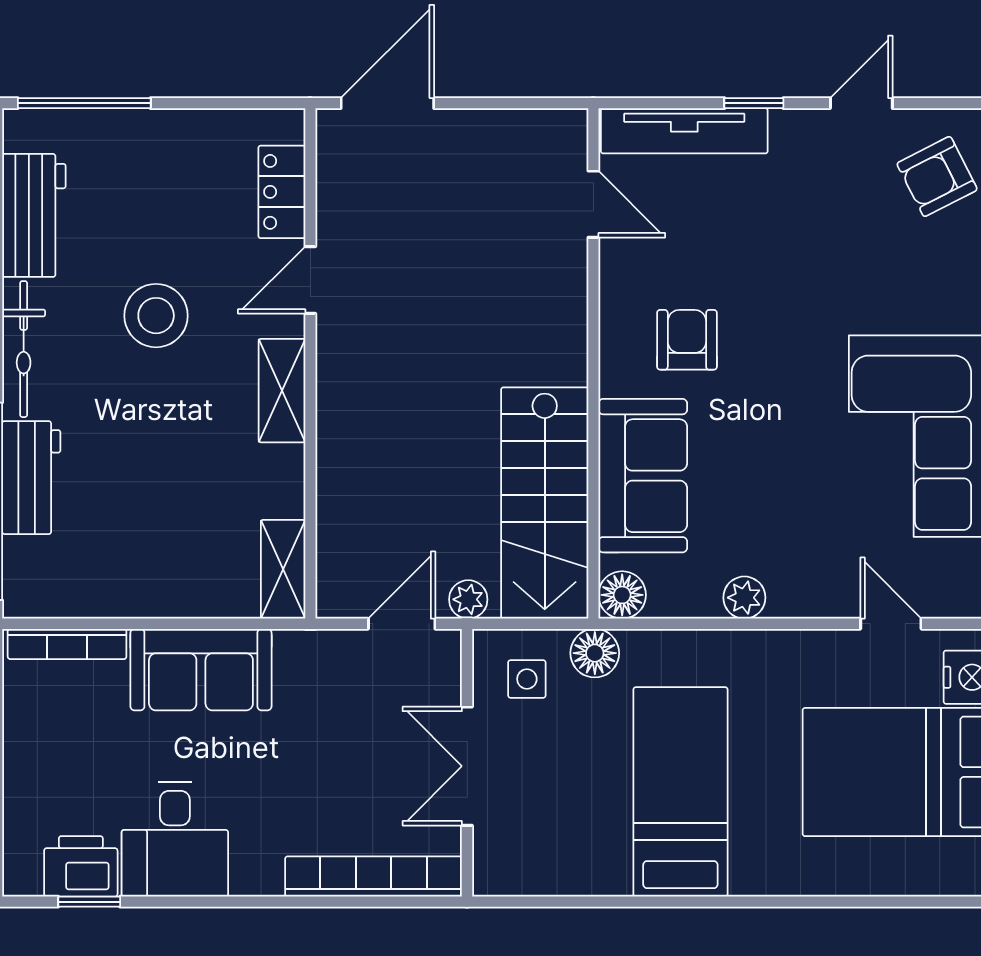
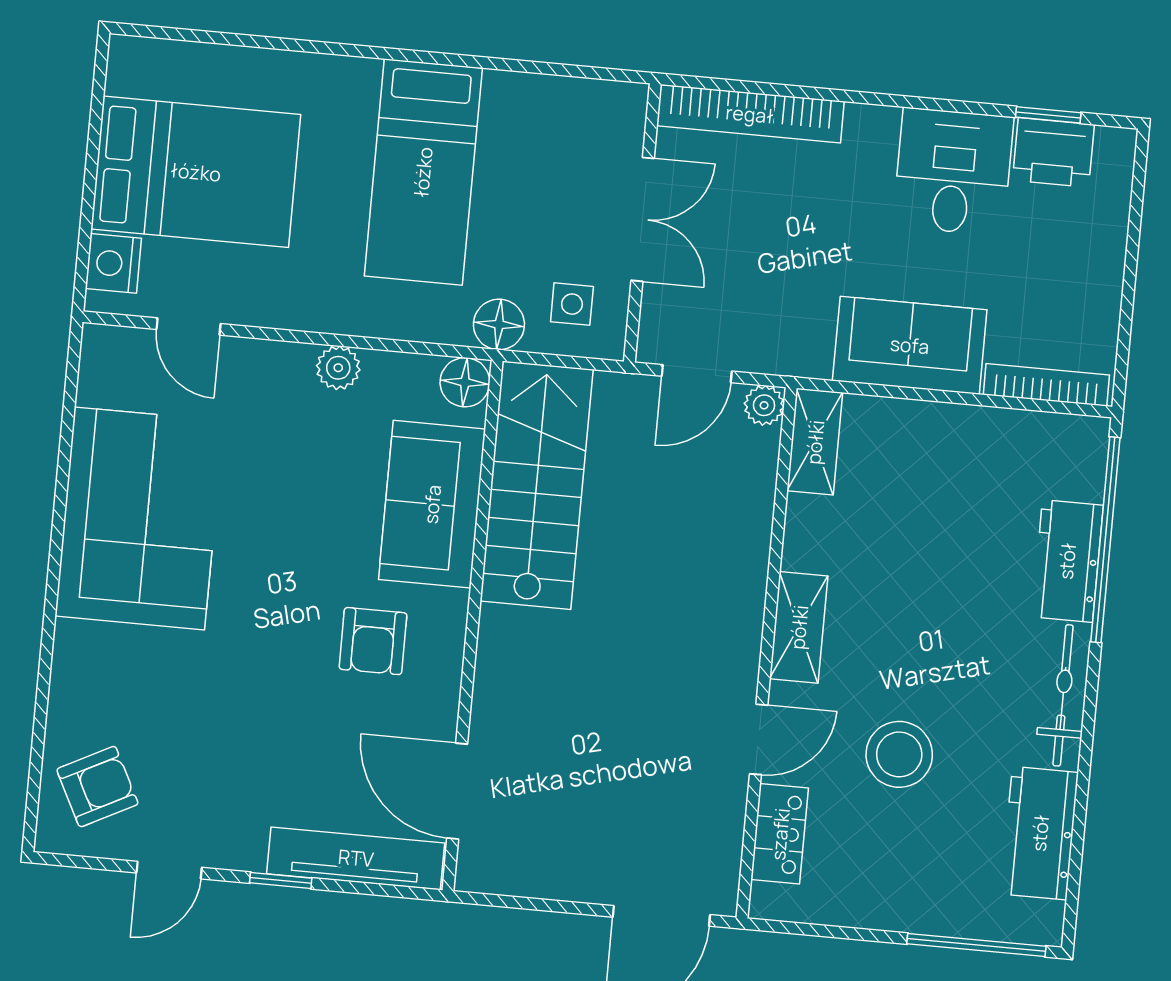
door: (593, 204) -> (457, 791), width x1.38
stool: (156, 316) -> (899, 754), moved
plant: (468, 599) -> (764, 405), moved

